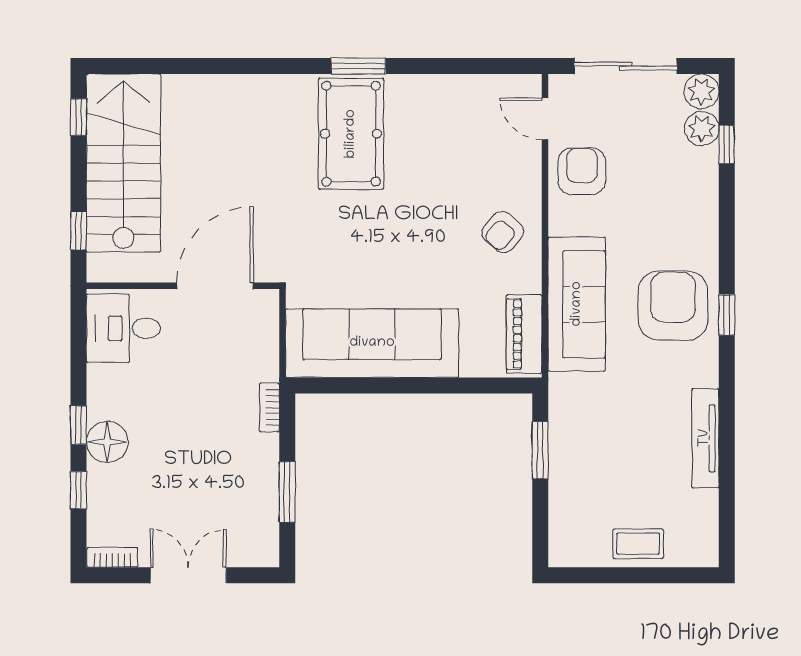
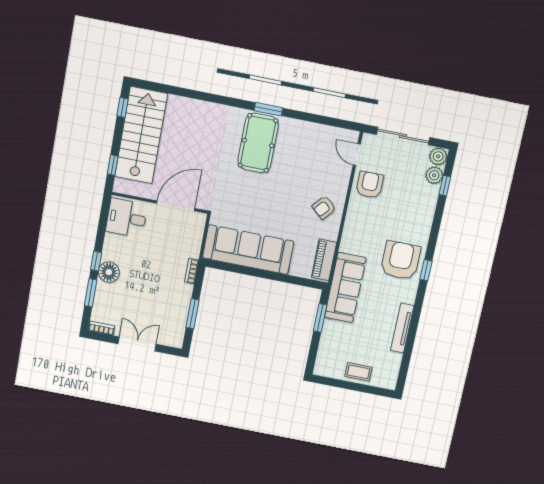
sofa: (577, 304) -> (345, 288), moved
window: (78, 490) -> (91, 293), width x1.50

